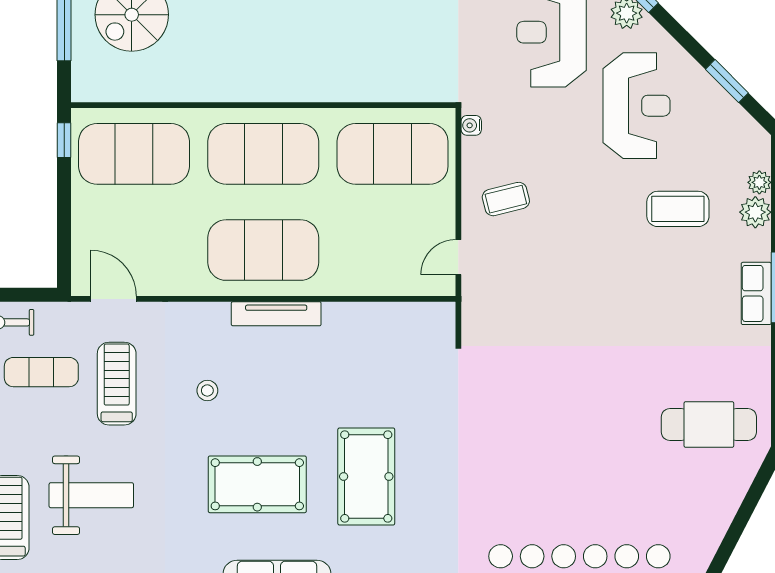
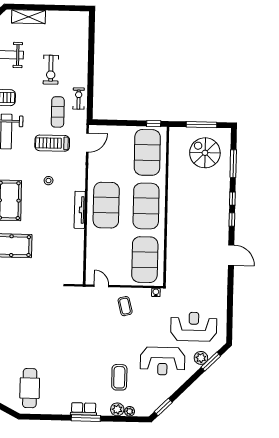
window: (727, 81) -> (163, 407), moved
treadmill: (117, 384) -> (52, 143), turned 180

